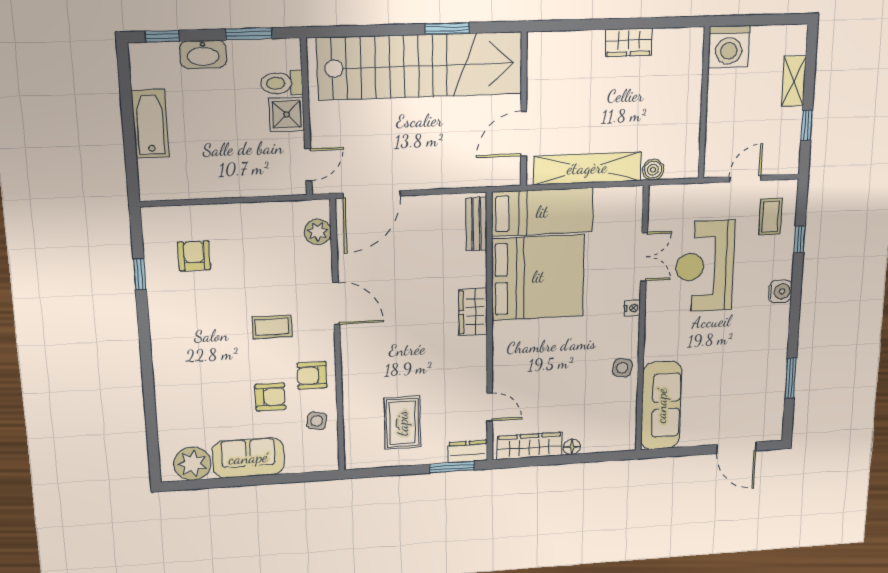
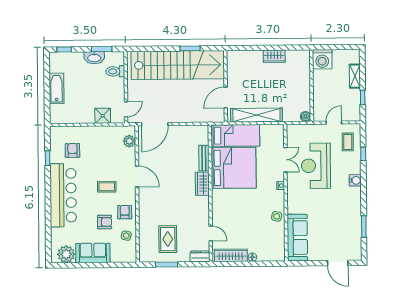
washbasin: (203, 54) -> (94, 58), moved
shower: (287, 114) -> (103, 116), moved
boiler: (653, 170) -> (306, 117), moved
bench: (476, 224) -> (204, 158), moved
bar counter: (179, 349) -> (63, 195), added
armchair: (312, 375) -> (125, 212), turned 90
window: (452, 467) -> (167, 264), moved

